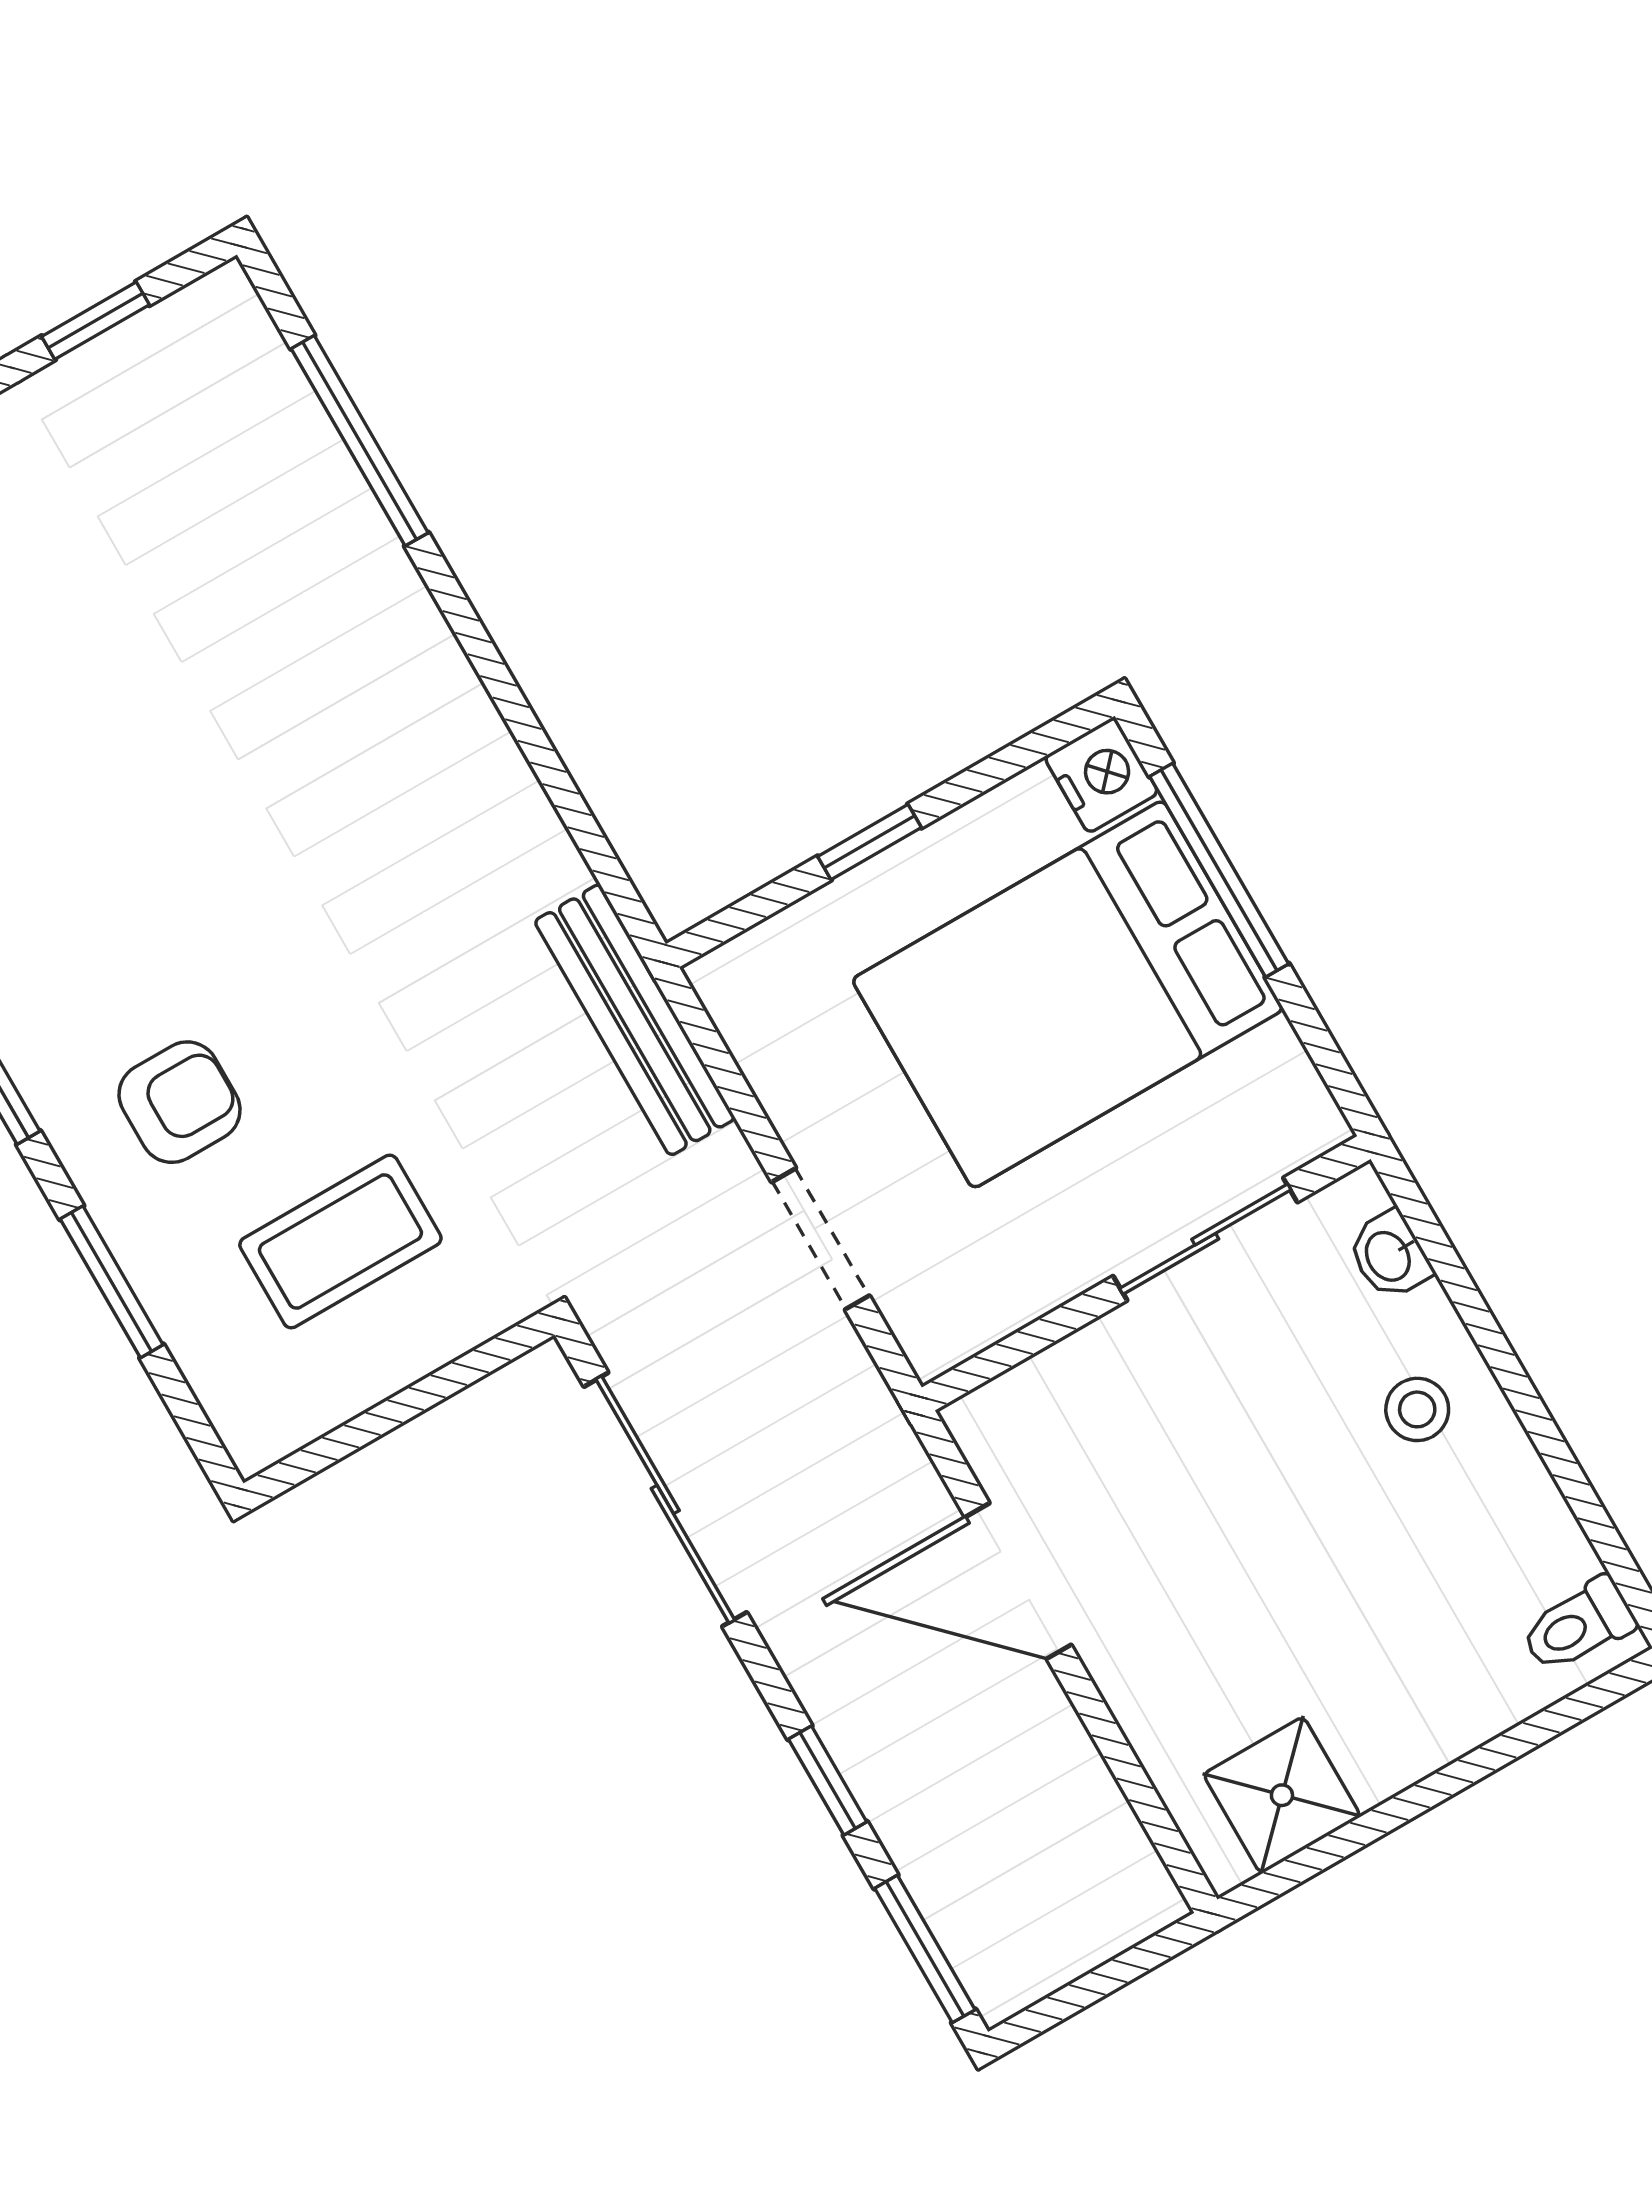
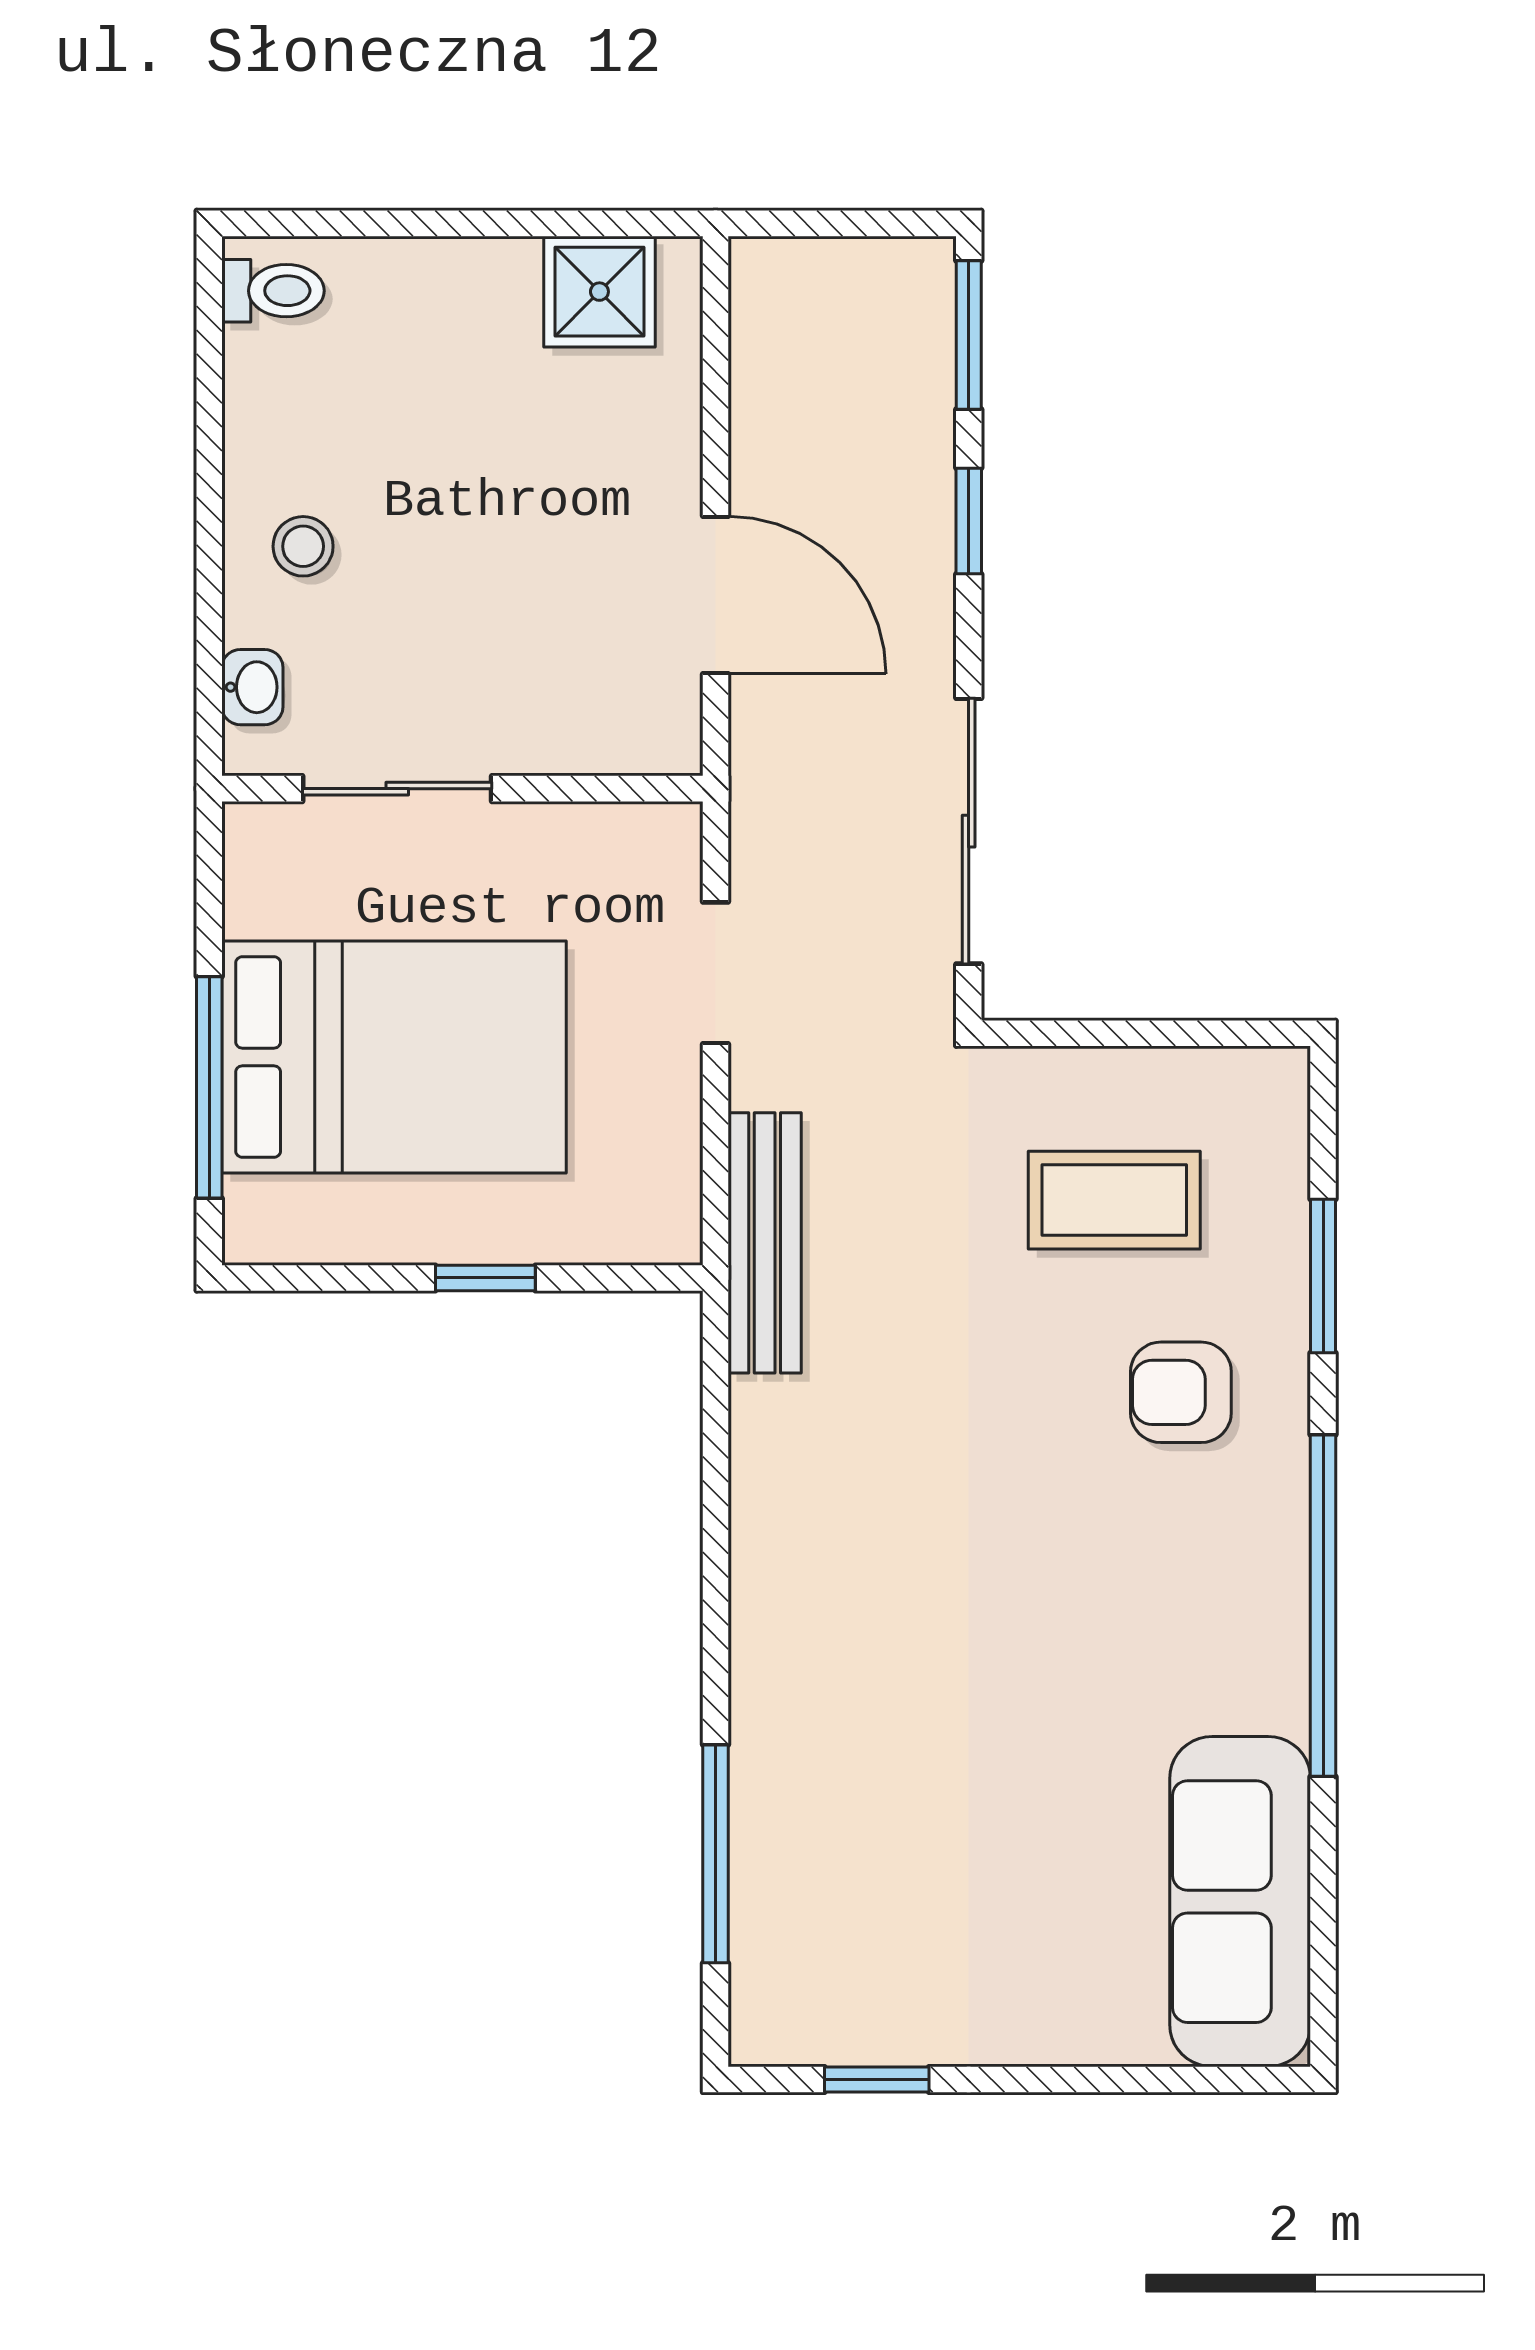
nightstand: (1101, 775) -> (261, 1223), removed

